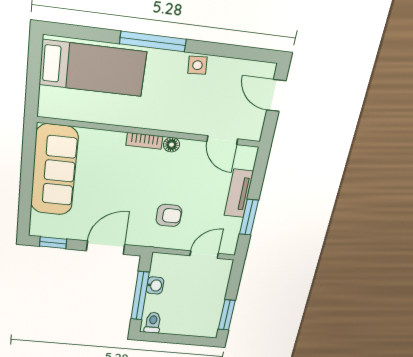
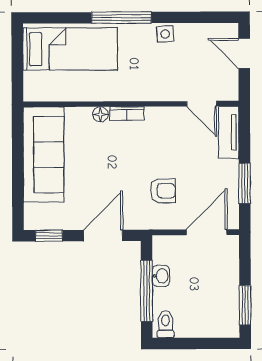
floor lamp: (171, 145) -> (100, 114), moved
tv unit: (239, 193) -> (229, 132), moved
door: (204, 255) -> (207, 232), width x1.38

